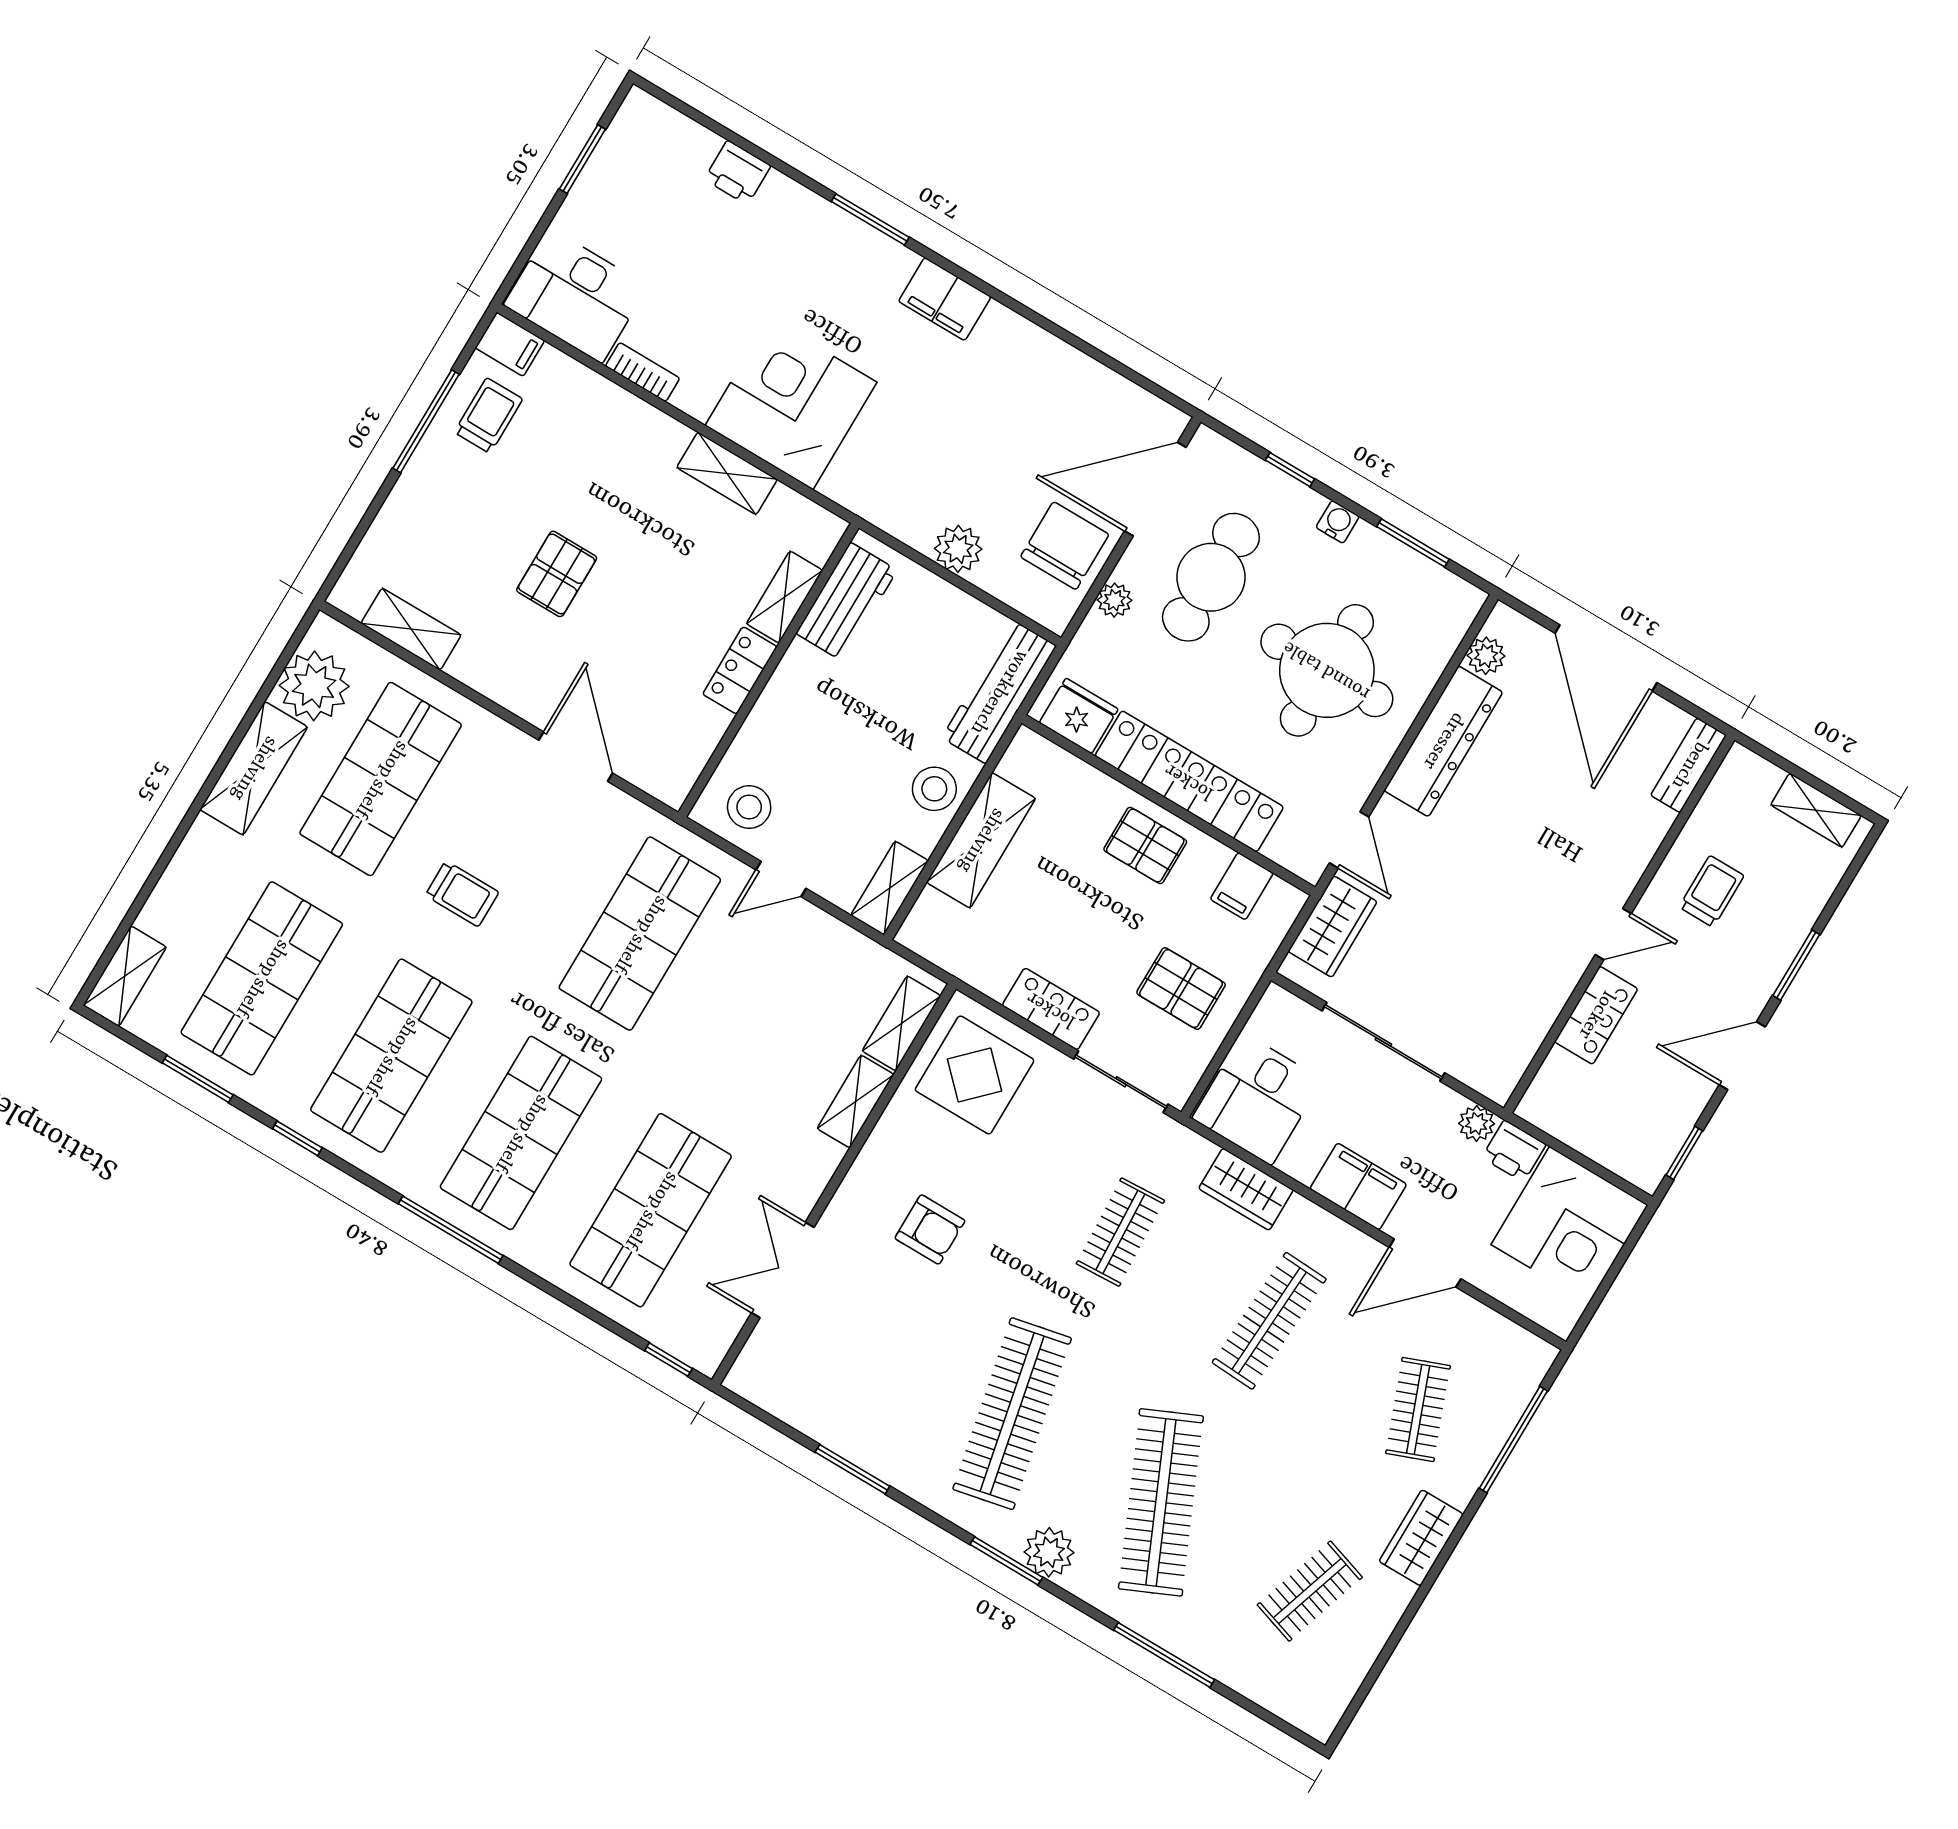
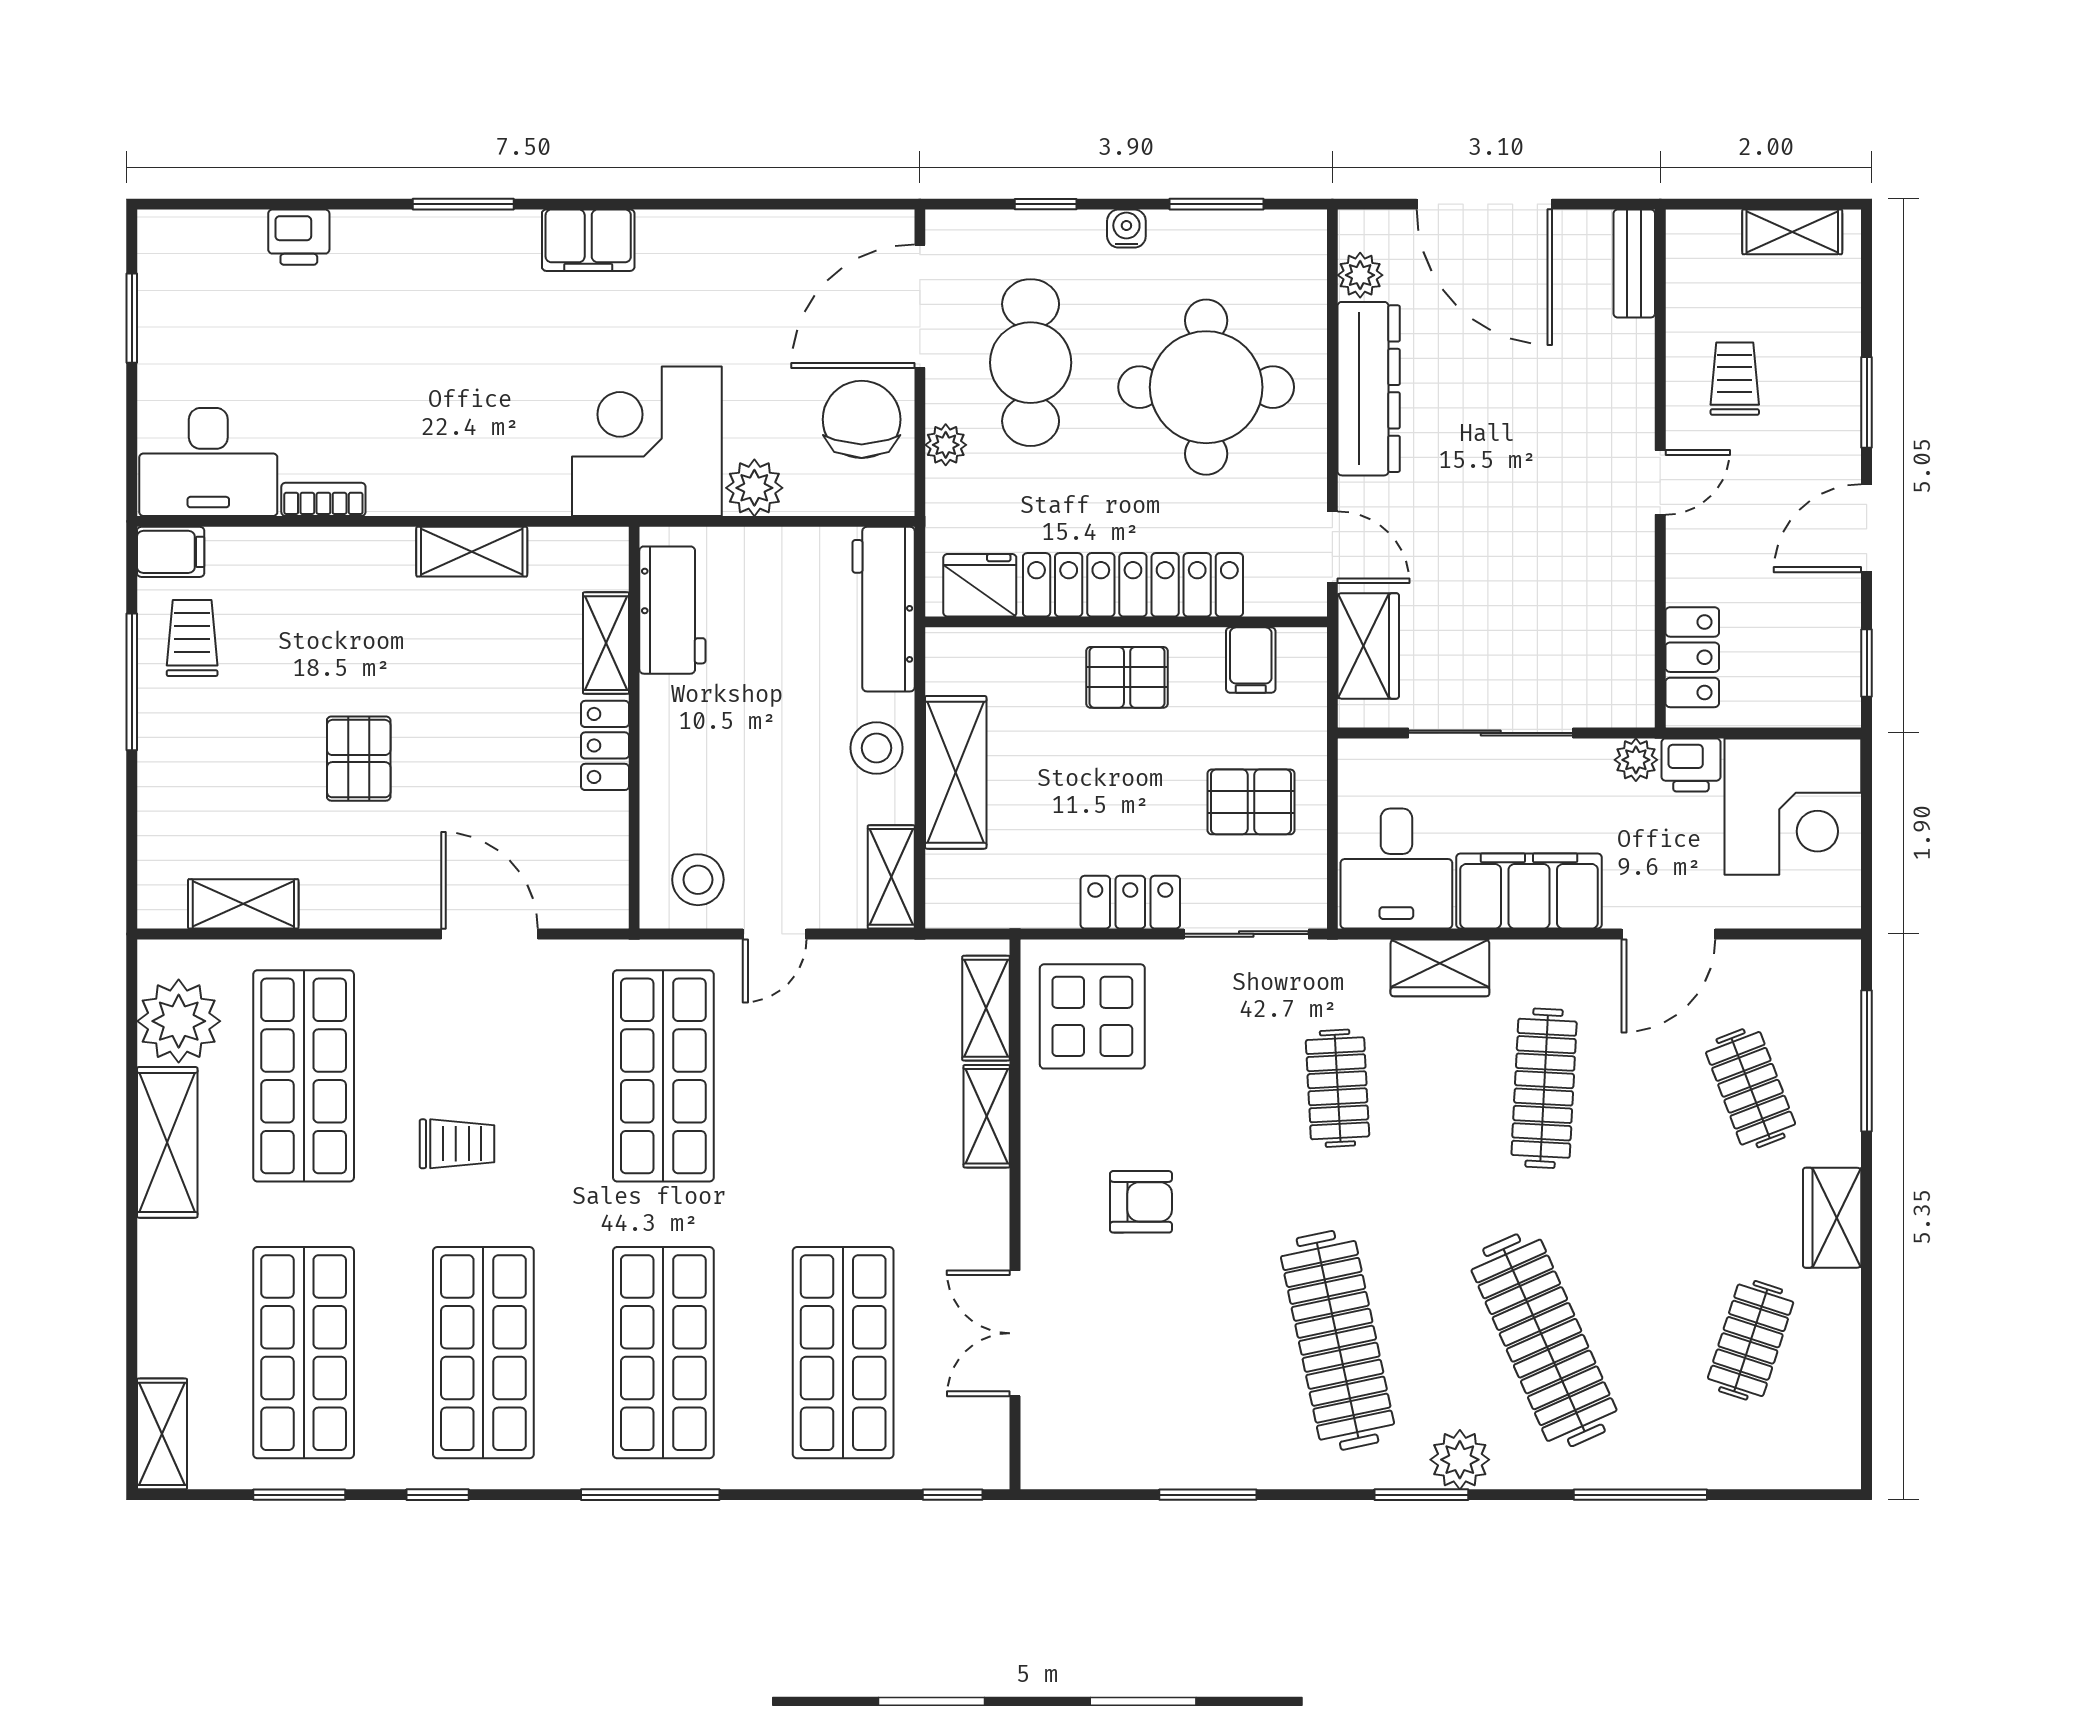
corner desk: (791, 404) -> (647, 441), moved
locker: (1596, 1015) -> (1692, 657), moved
filing cabinet: (1358, 1186) -> (1529, 891), width x1.50, depth x1.17

